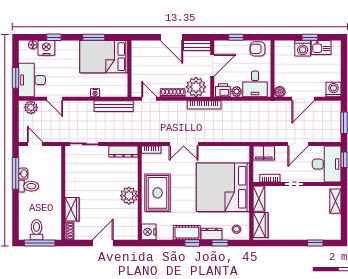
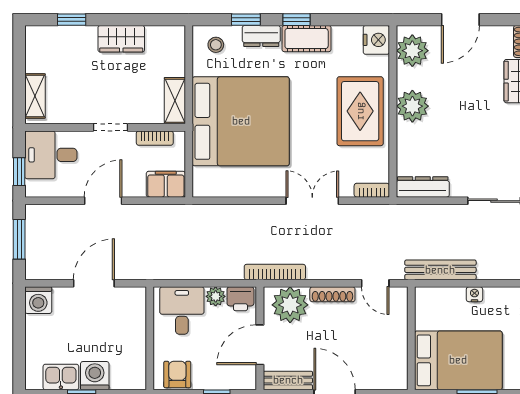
armchair: (257, 49) -> (177, 375), turned -90
boiler: (280, 92) -> (137, 296), removed
desk: (327, 164) -> (51, 155), width x0.73
wardrobe: (260, 225) -> (121, 39), moved, turned -90
plant: (129, 226) -> (412, 51), added

